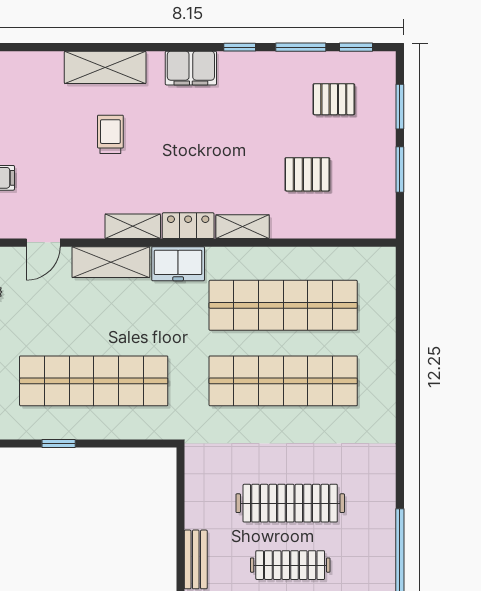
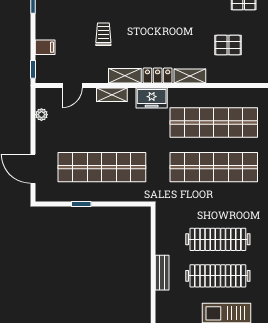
trolley: (110, 134) -> (103, 34), moved
shelving: (111, 262) -> (112, 95), width x0.67, depth x0.75
clothes rail: (290, 565) -> (218, 276), width x1.37, depth x1.31

